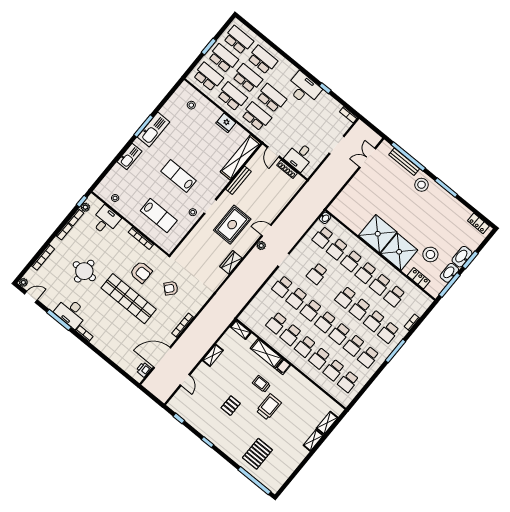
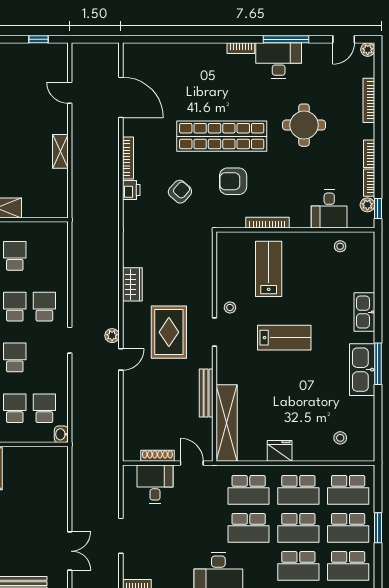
lab bench: (159, 216) -> (269, 269), turned 90
shelving: (241, 330) -> (52, 211), removed
door: (162, 357) -> (121, 97), hinge flipped
printer: (144, 370) -> (131, 190), moved

